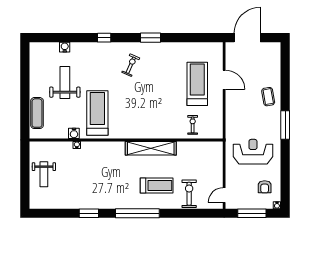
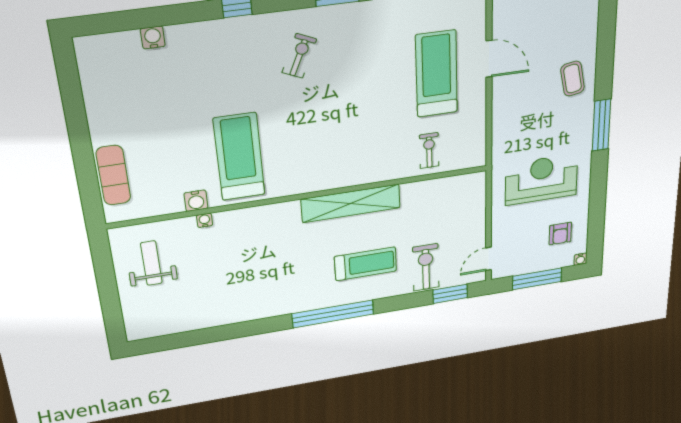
weight bench: (65, 82) -> (163, 109), removed
weight bench: (44, 174) -> (151, 263), moved, turned 180
window: (89, 213) -> (450, 294), moved

